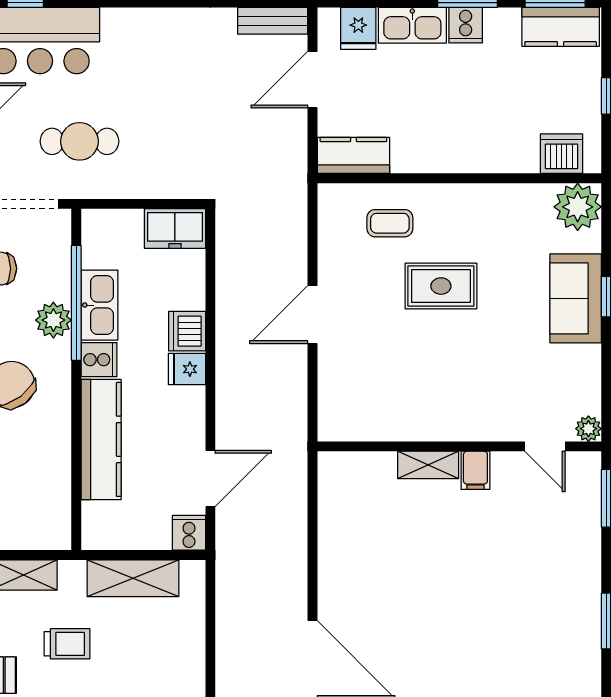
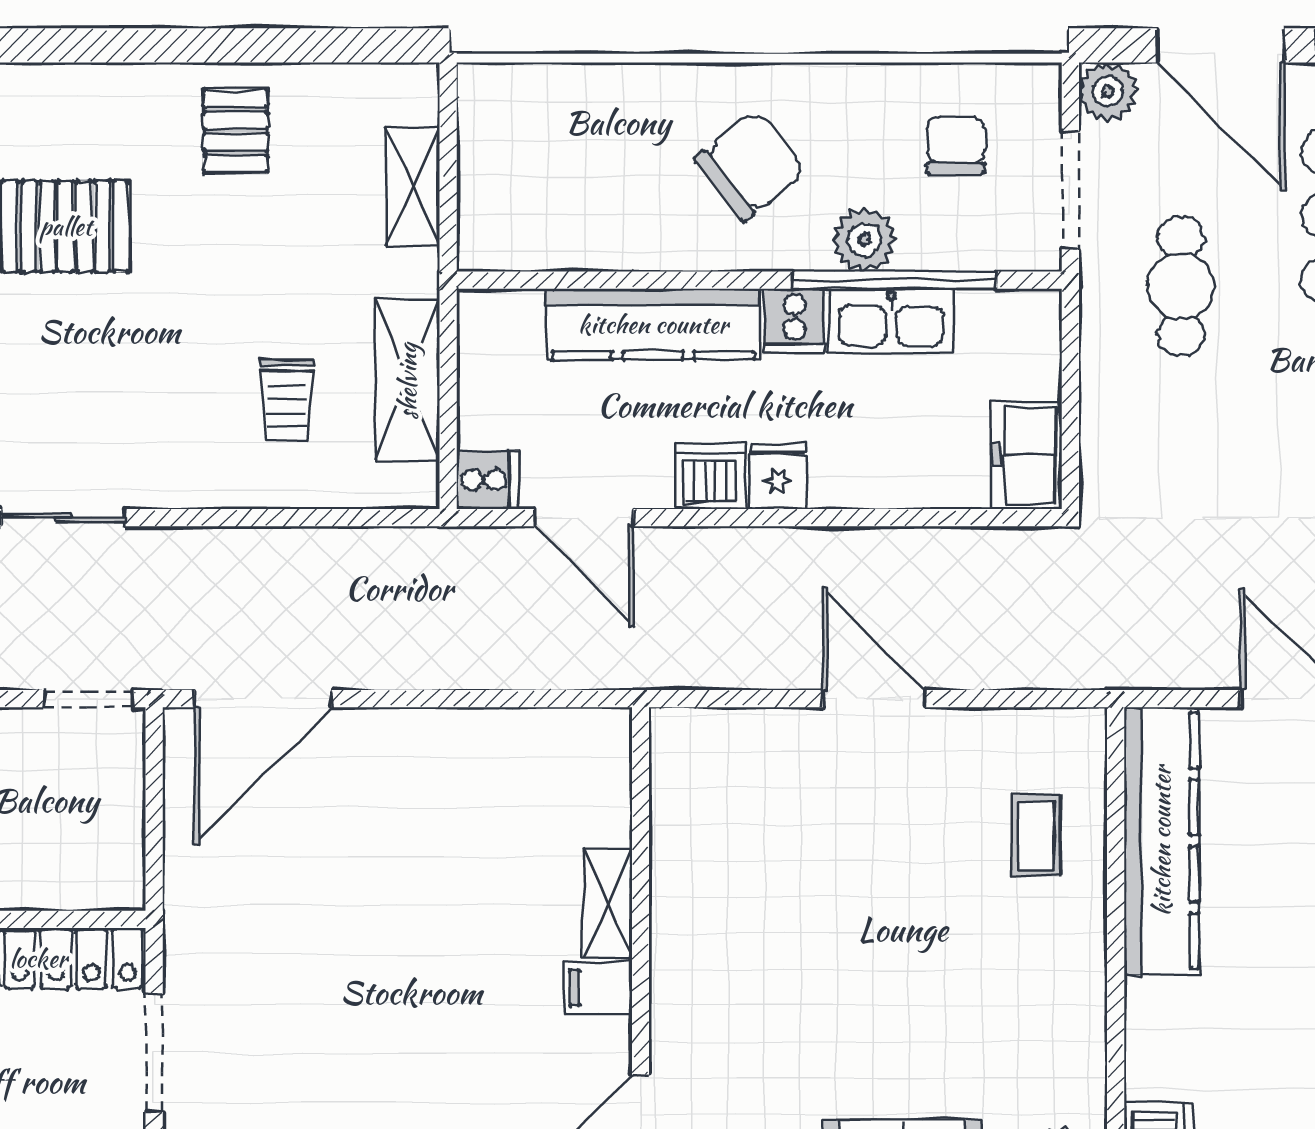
kitchen counter: (353, 155) -> (1161, 841), width x2.08, depth x1.17
rug: (441, 286) -> (925, 926), removed
dishwasher: (187, 331) -> (710, 476), moved
trolley: (67, 644) -> (287, 400), moved

